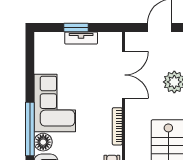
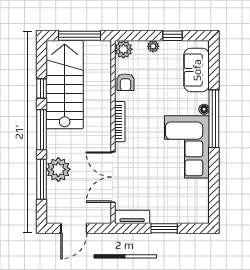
tv unit: (81, 38) -> (132, 217), moved
floor lamp: (43, 142) -> (204, 109), width x0.53, depth x0.53

